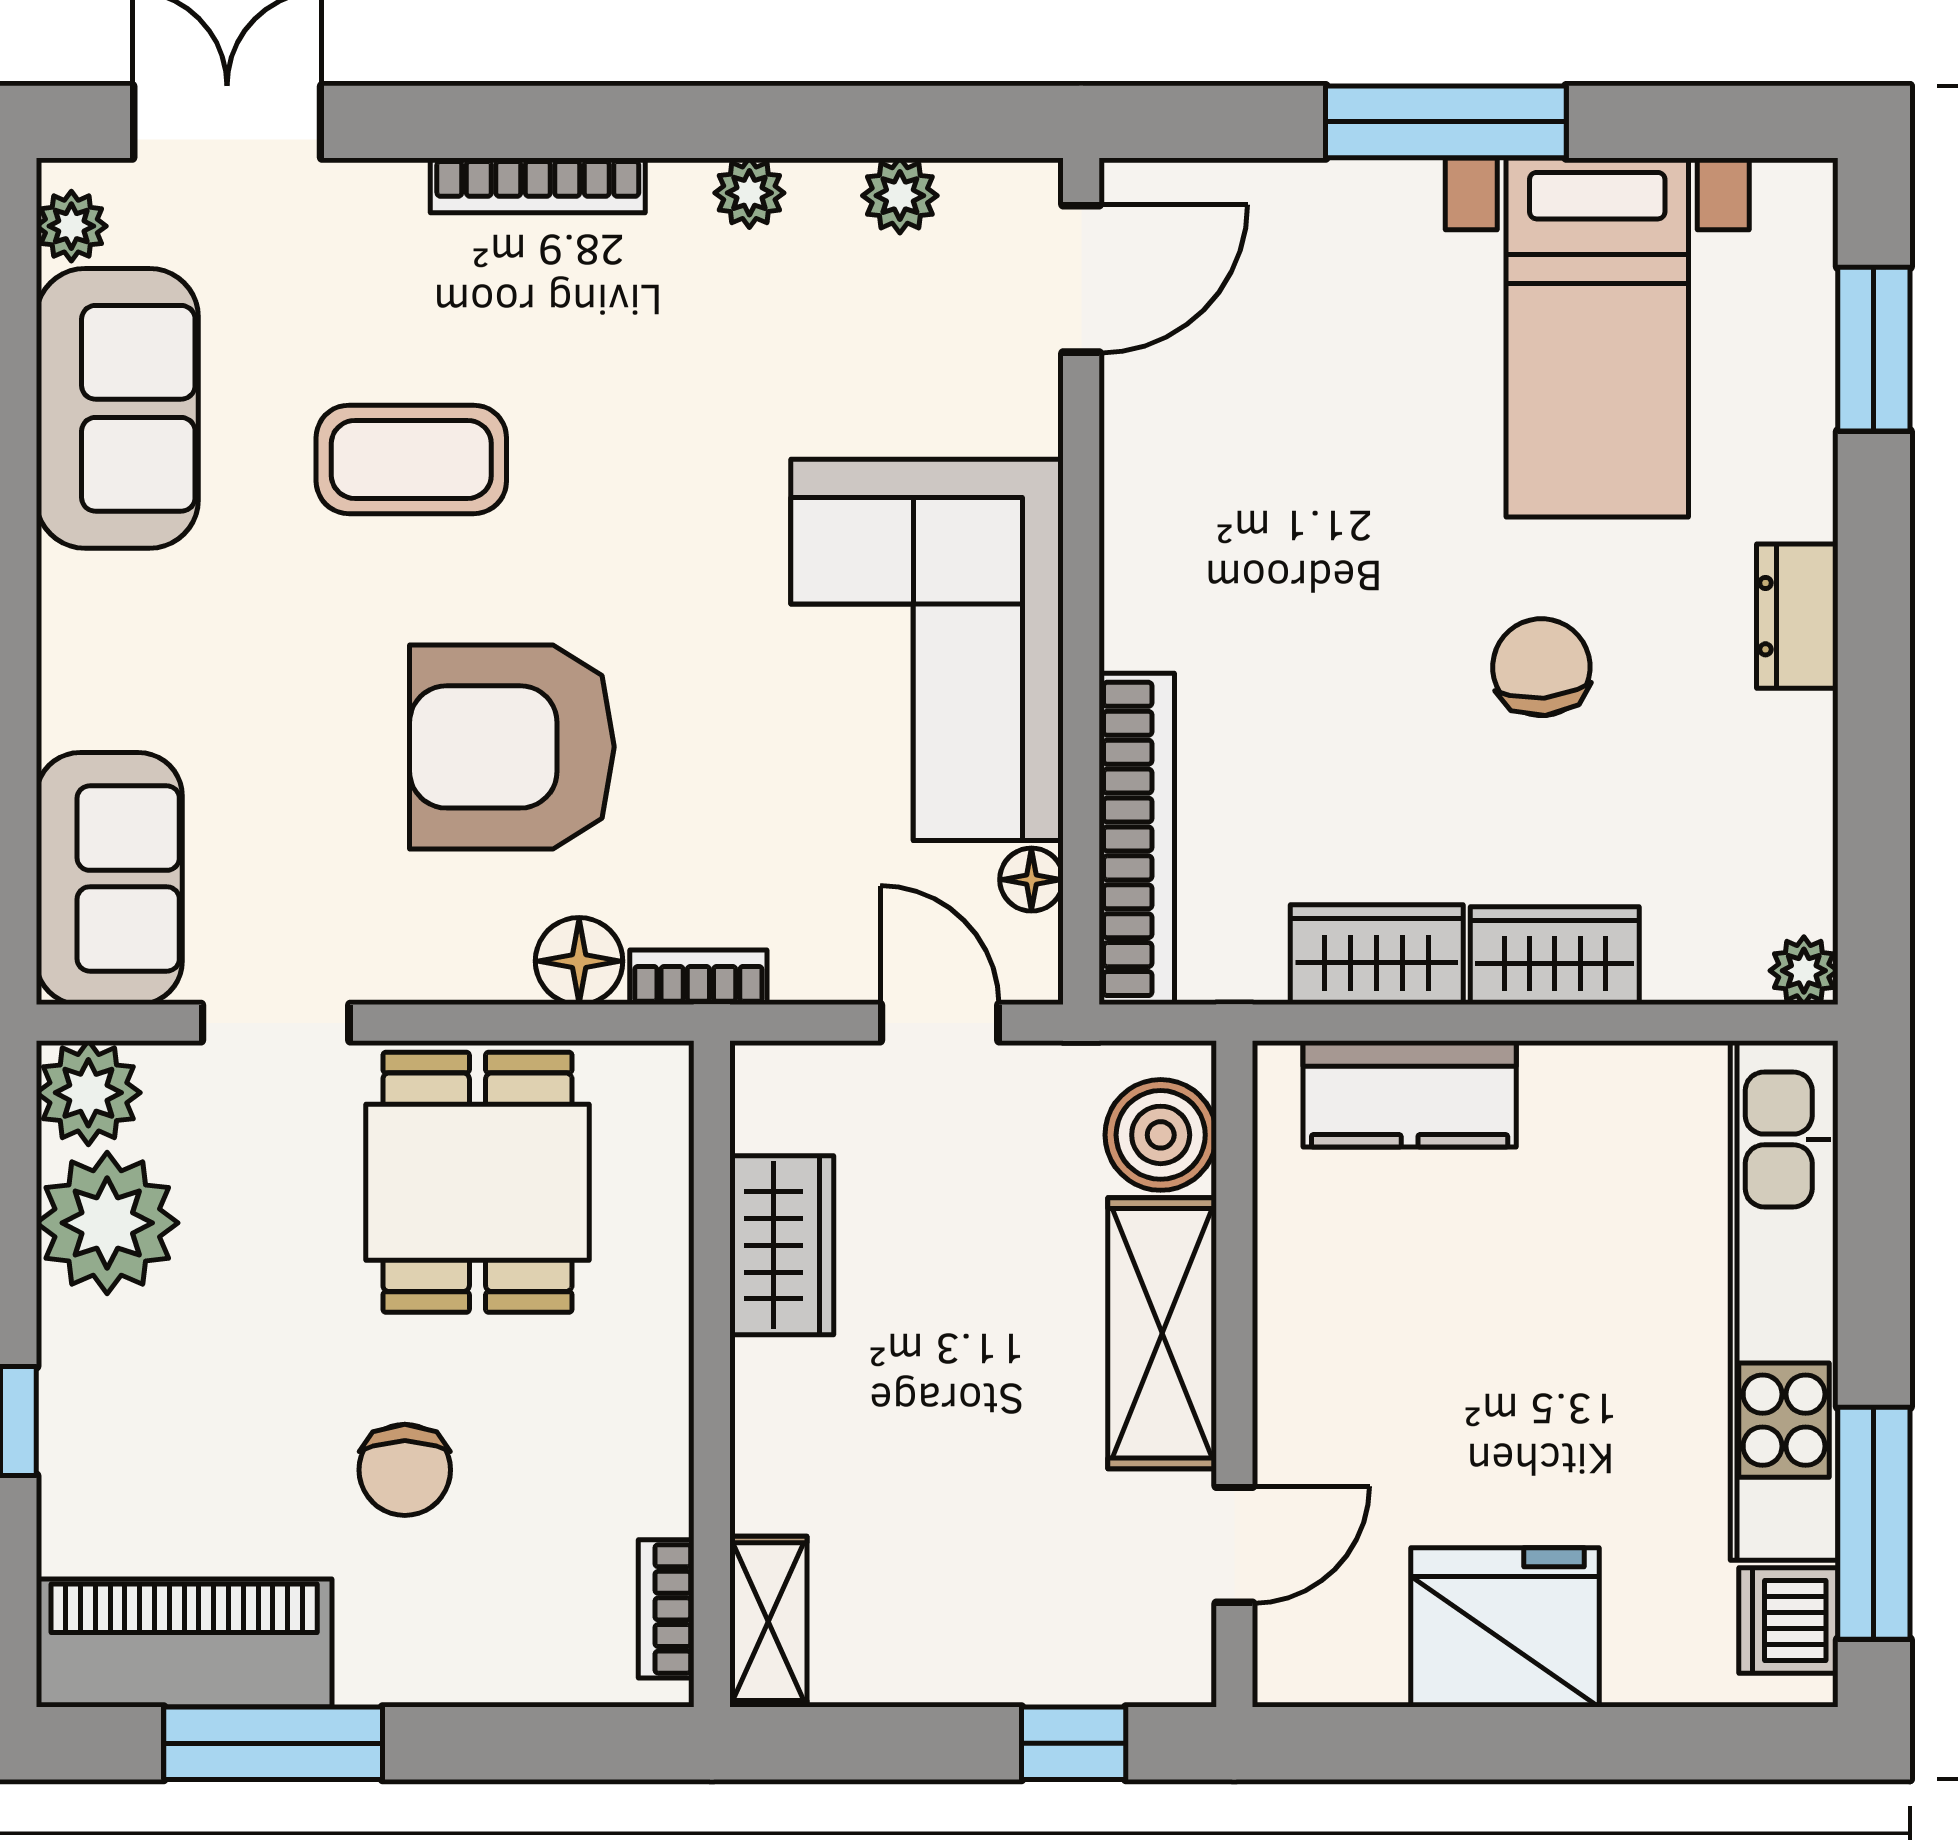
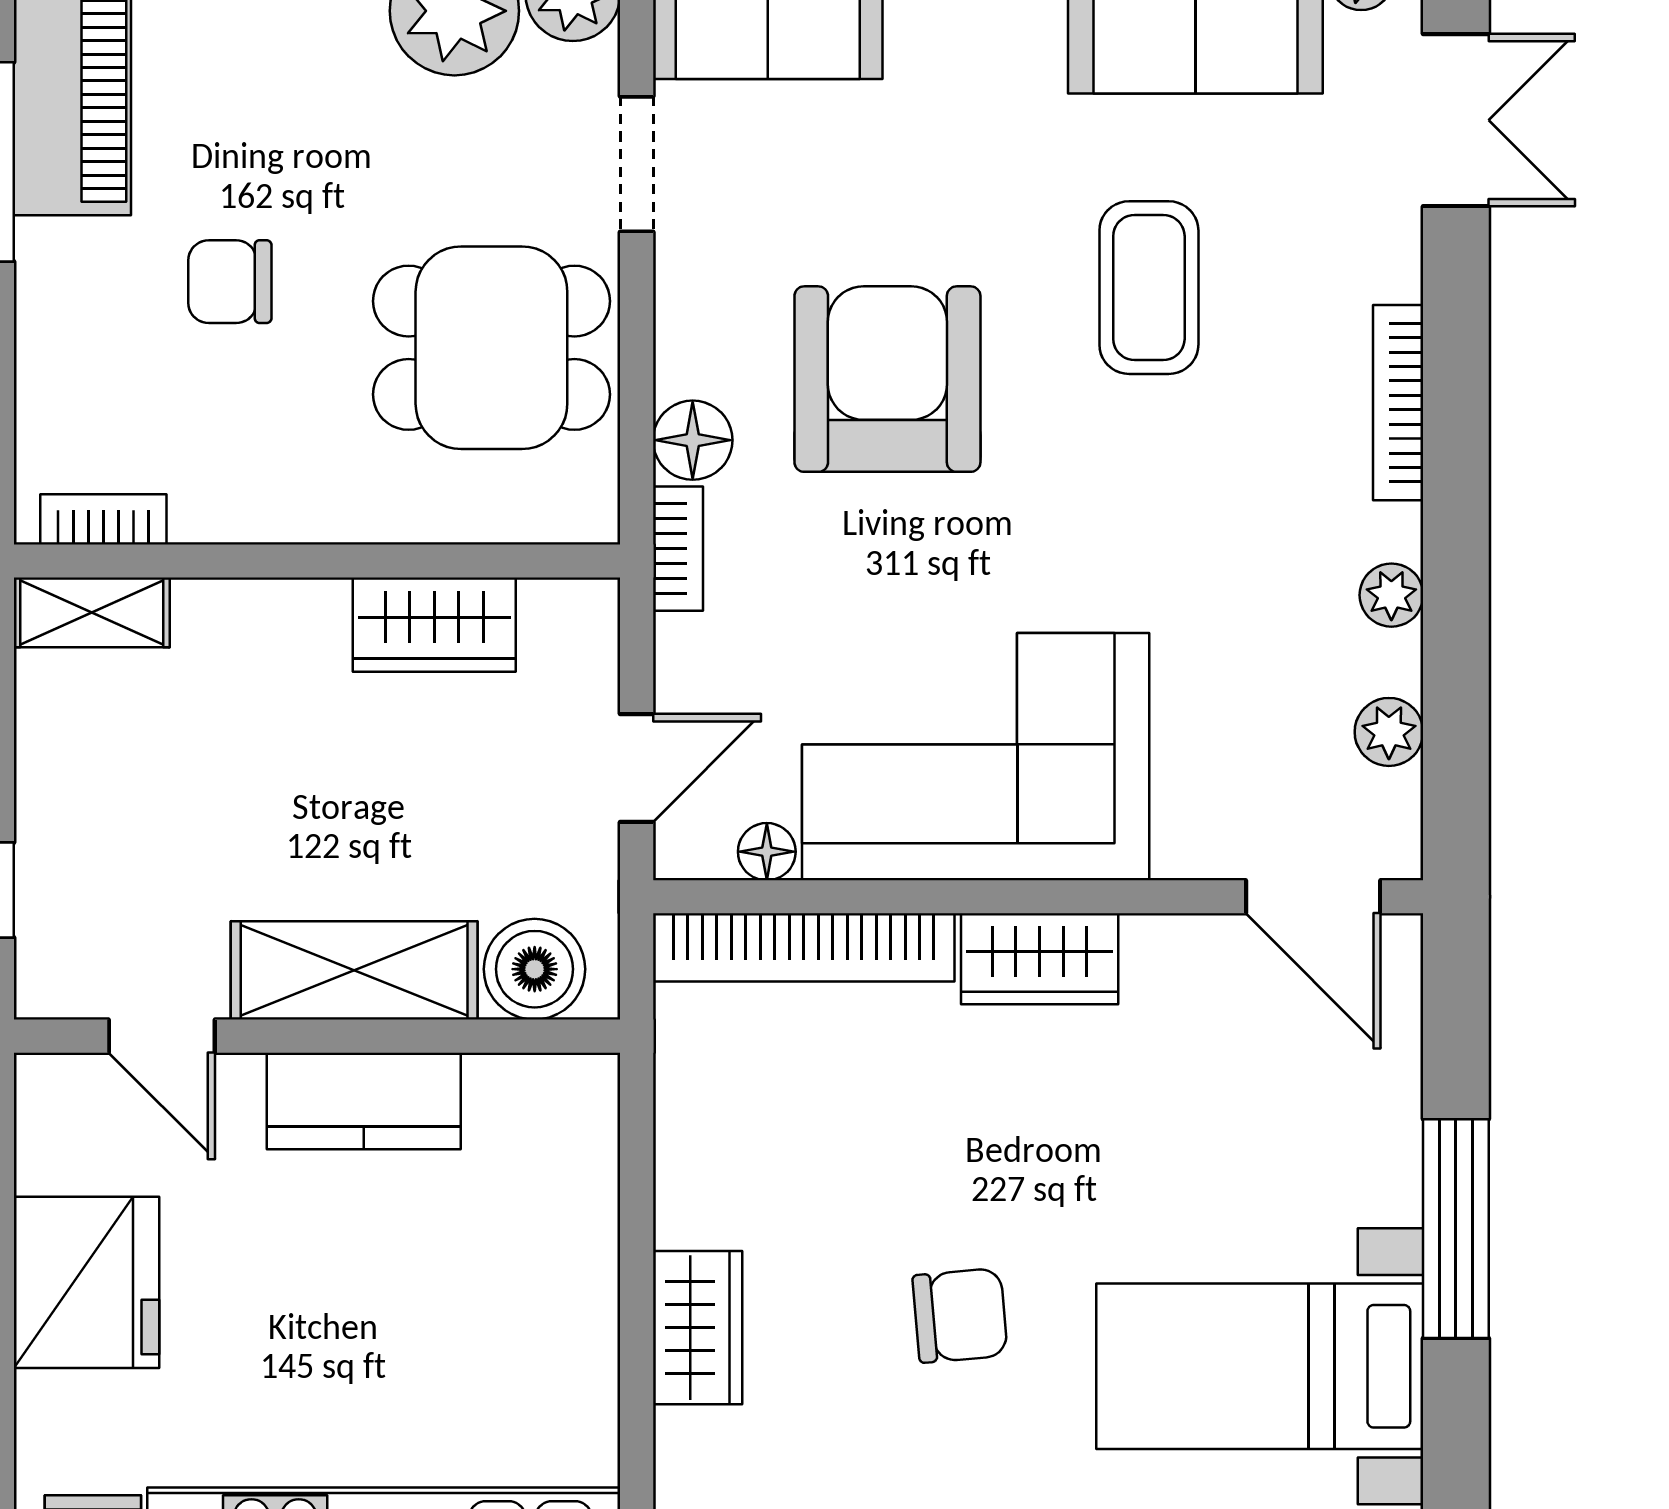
wardrobe: (1377, 955) -> (1040, 959), moved, turned 90
kitchen counter: (1410, 1094) -> (364, 1101), moved, turned -90

